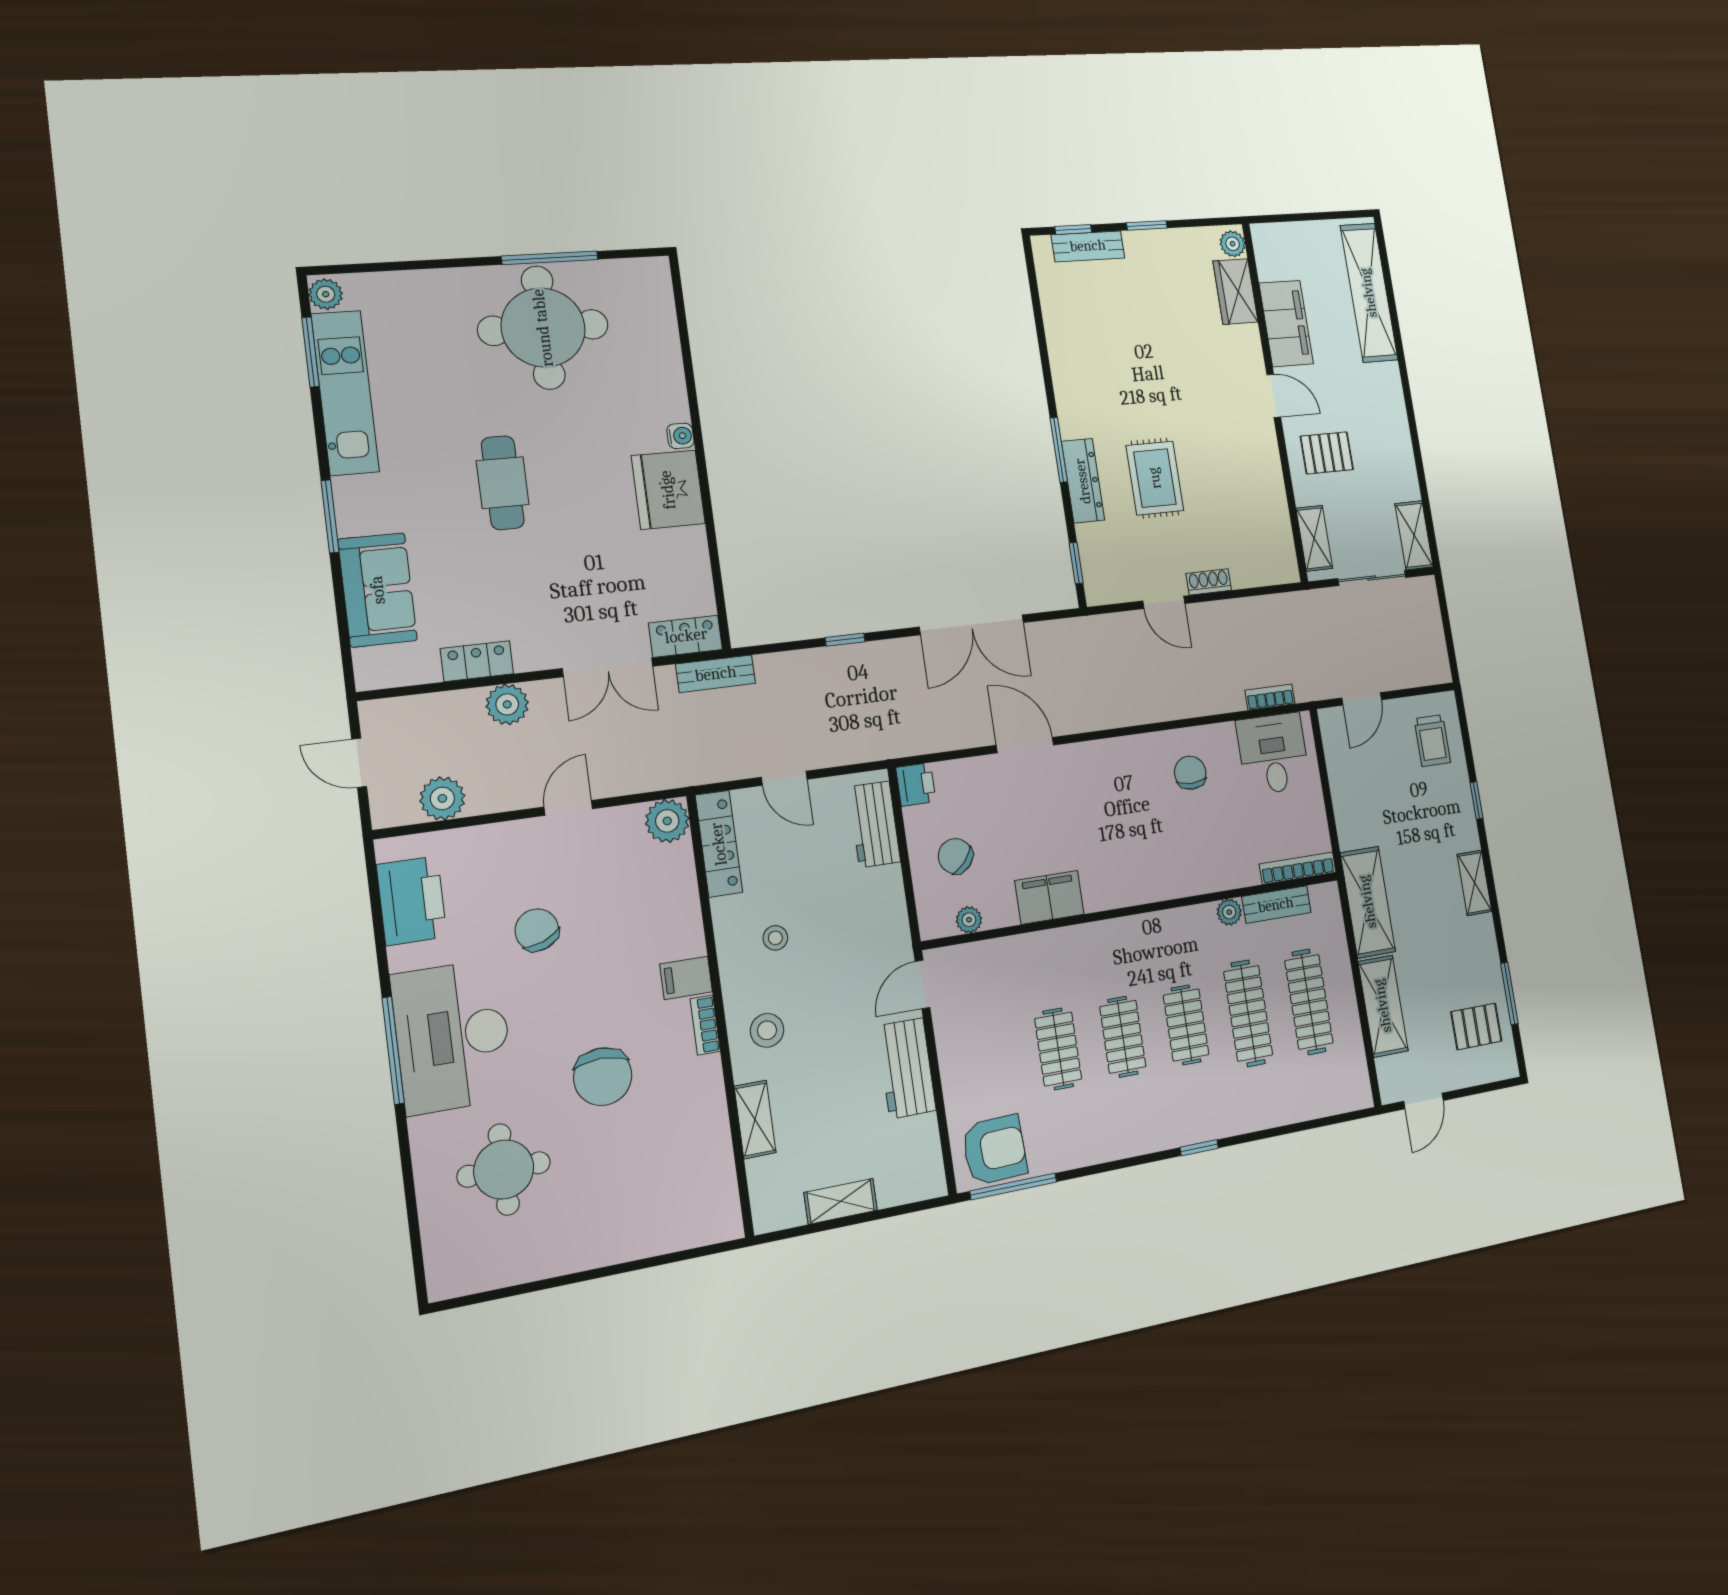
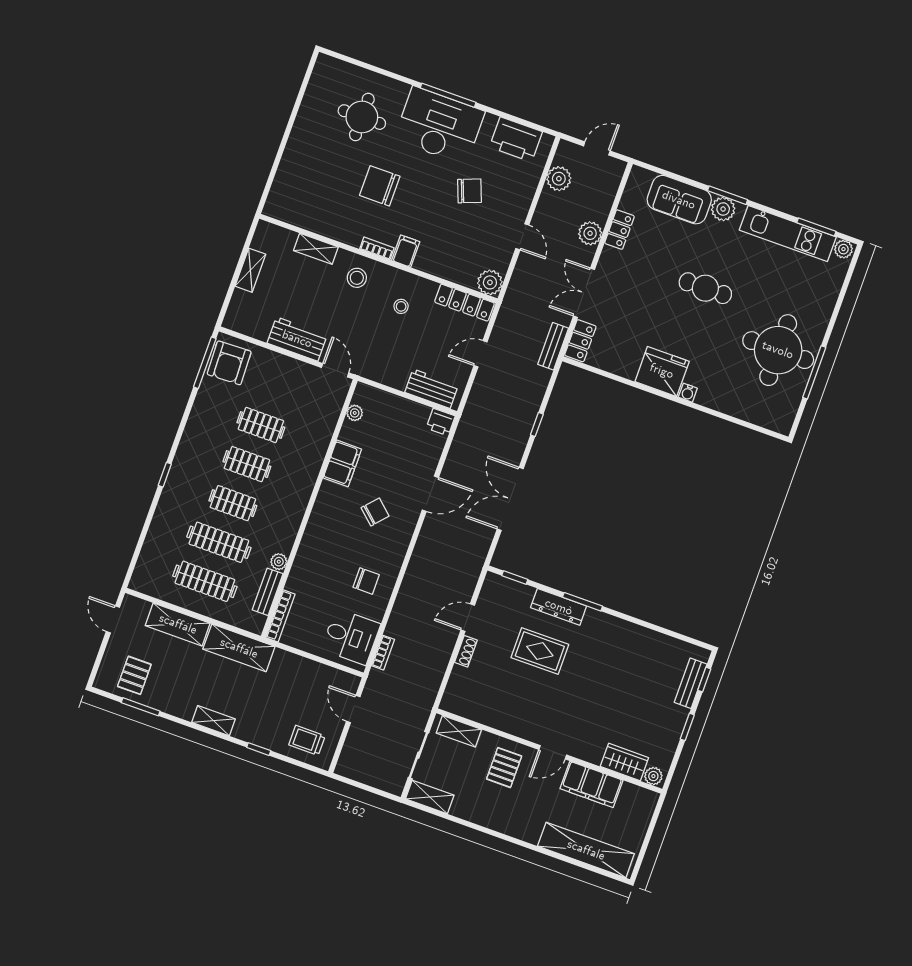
plant: (357, 513) -> (723, 209), added
chair: (955, 856) -> (375, 512), moved

